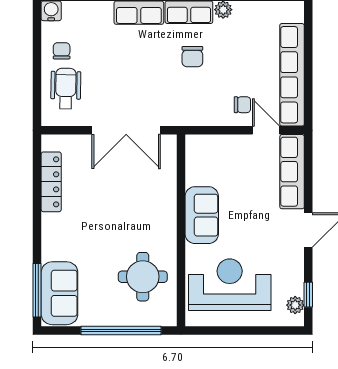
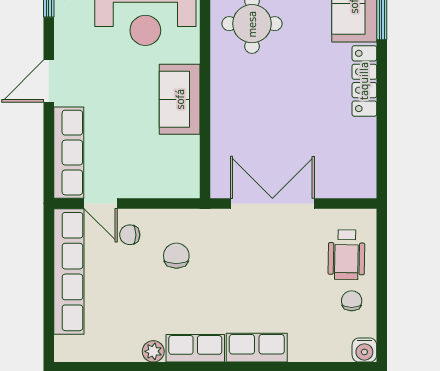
chair: (62, 51) -> (352, 301), turned 180
chair: (192, 57) -> (176, 256), moved
locker: (51, 182) -> (364, 81), moved

